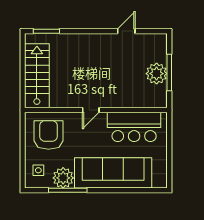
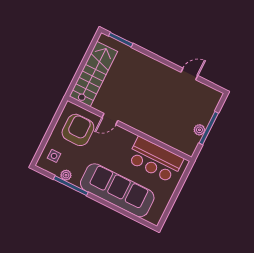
plant: (157, 74) -> (199, 130), width x0.53, depth x0.53
door: (91, 110) -> (110, 119), moved
plant: (63, 178) -> (66, 175), width x0.53, depth x0.53

